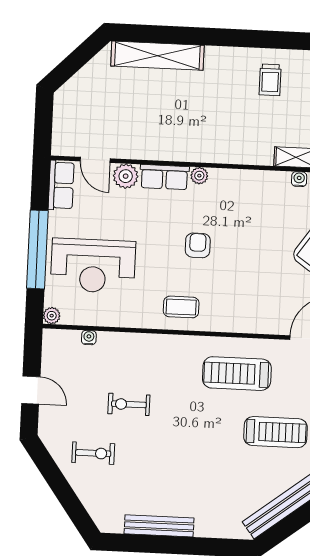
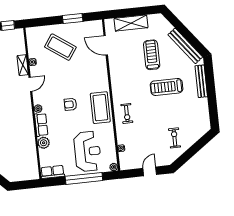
door: (95, 160) -> (30, 84), moved
coffee table: (181, 307) -> (100, 108), width x1.86, depth x1.72
treadmill: (237, 374) -> (167, 87), moved, turned 90
exercise bike: (129, 404) -> (127, 114), moved
bench: (159, 526) -> (201, 81), moved

